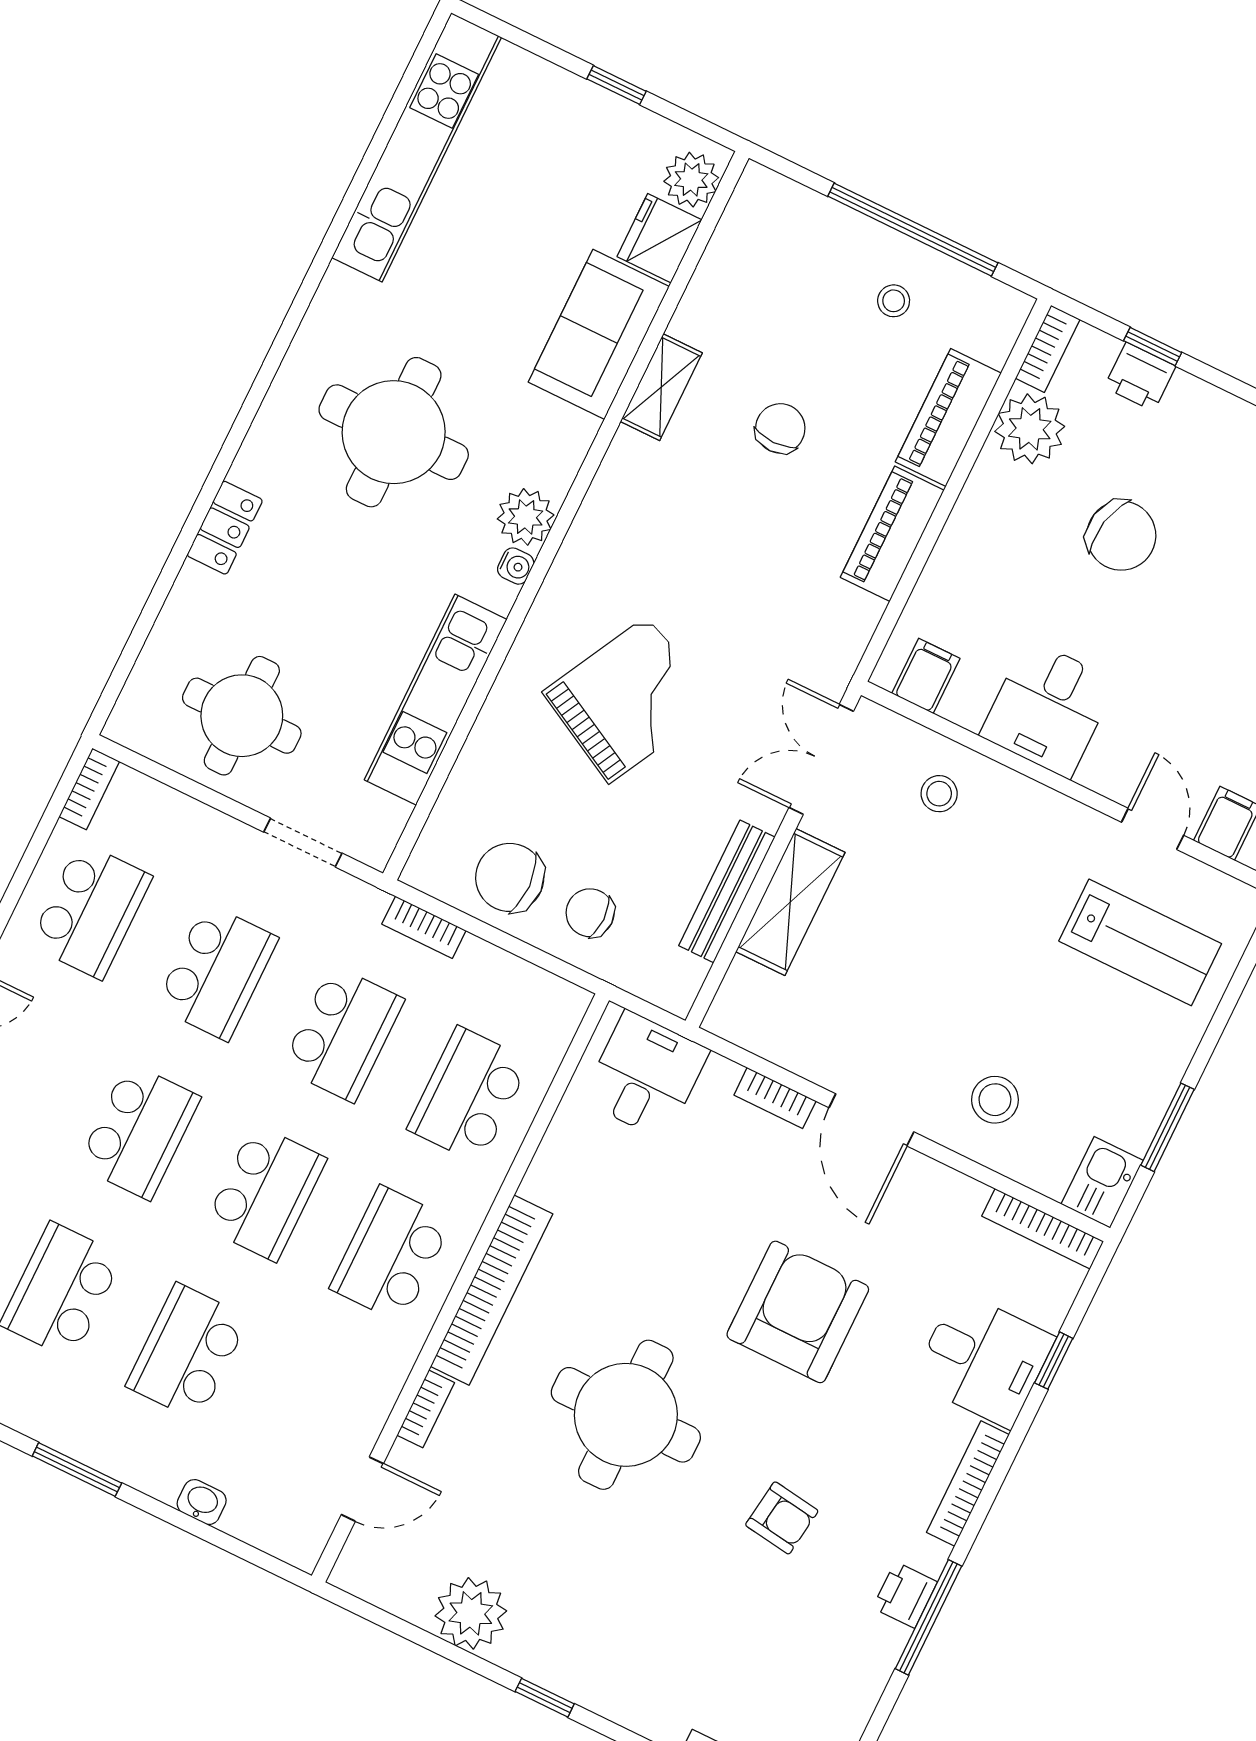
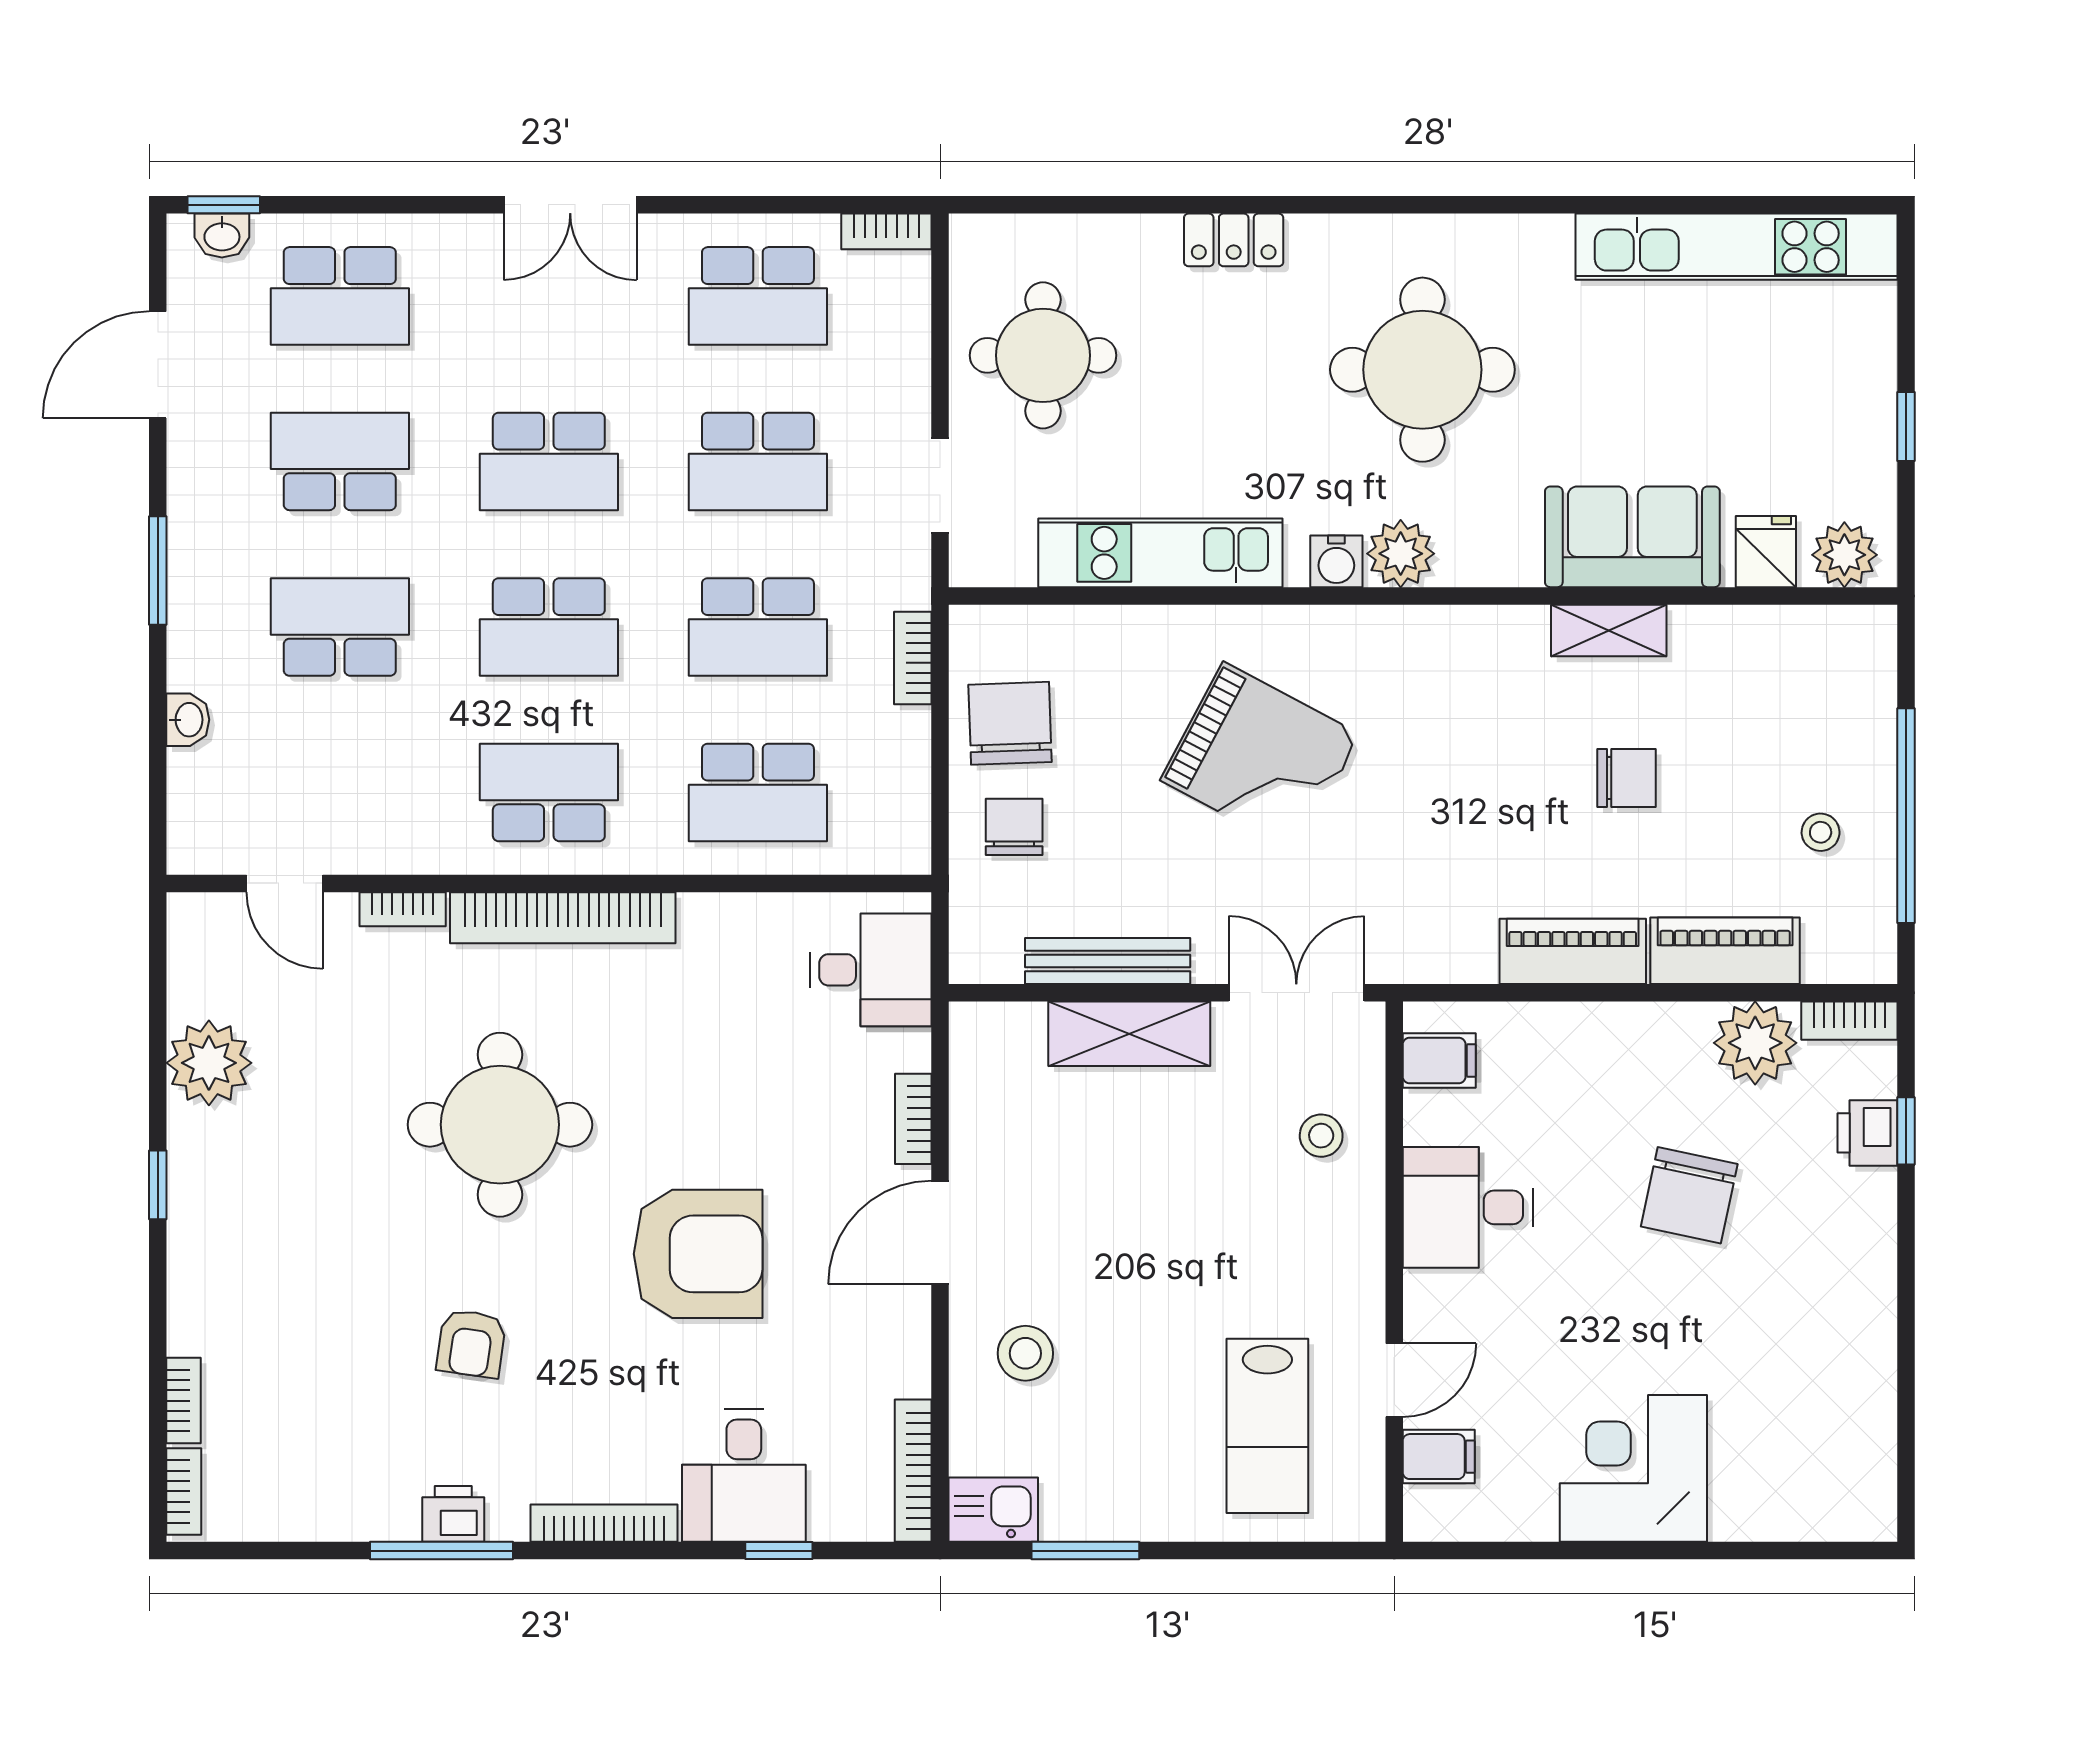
fridge: (660, 238) -> (1766, 552), width x0.72
water cooler: (516, 566) -> (1336, 561), width x1.38, depth x1.38
school desk: (469, 1095) -> (758, 792), turned 180

